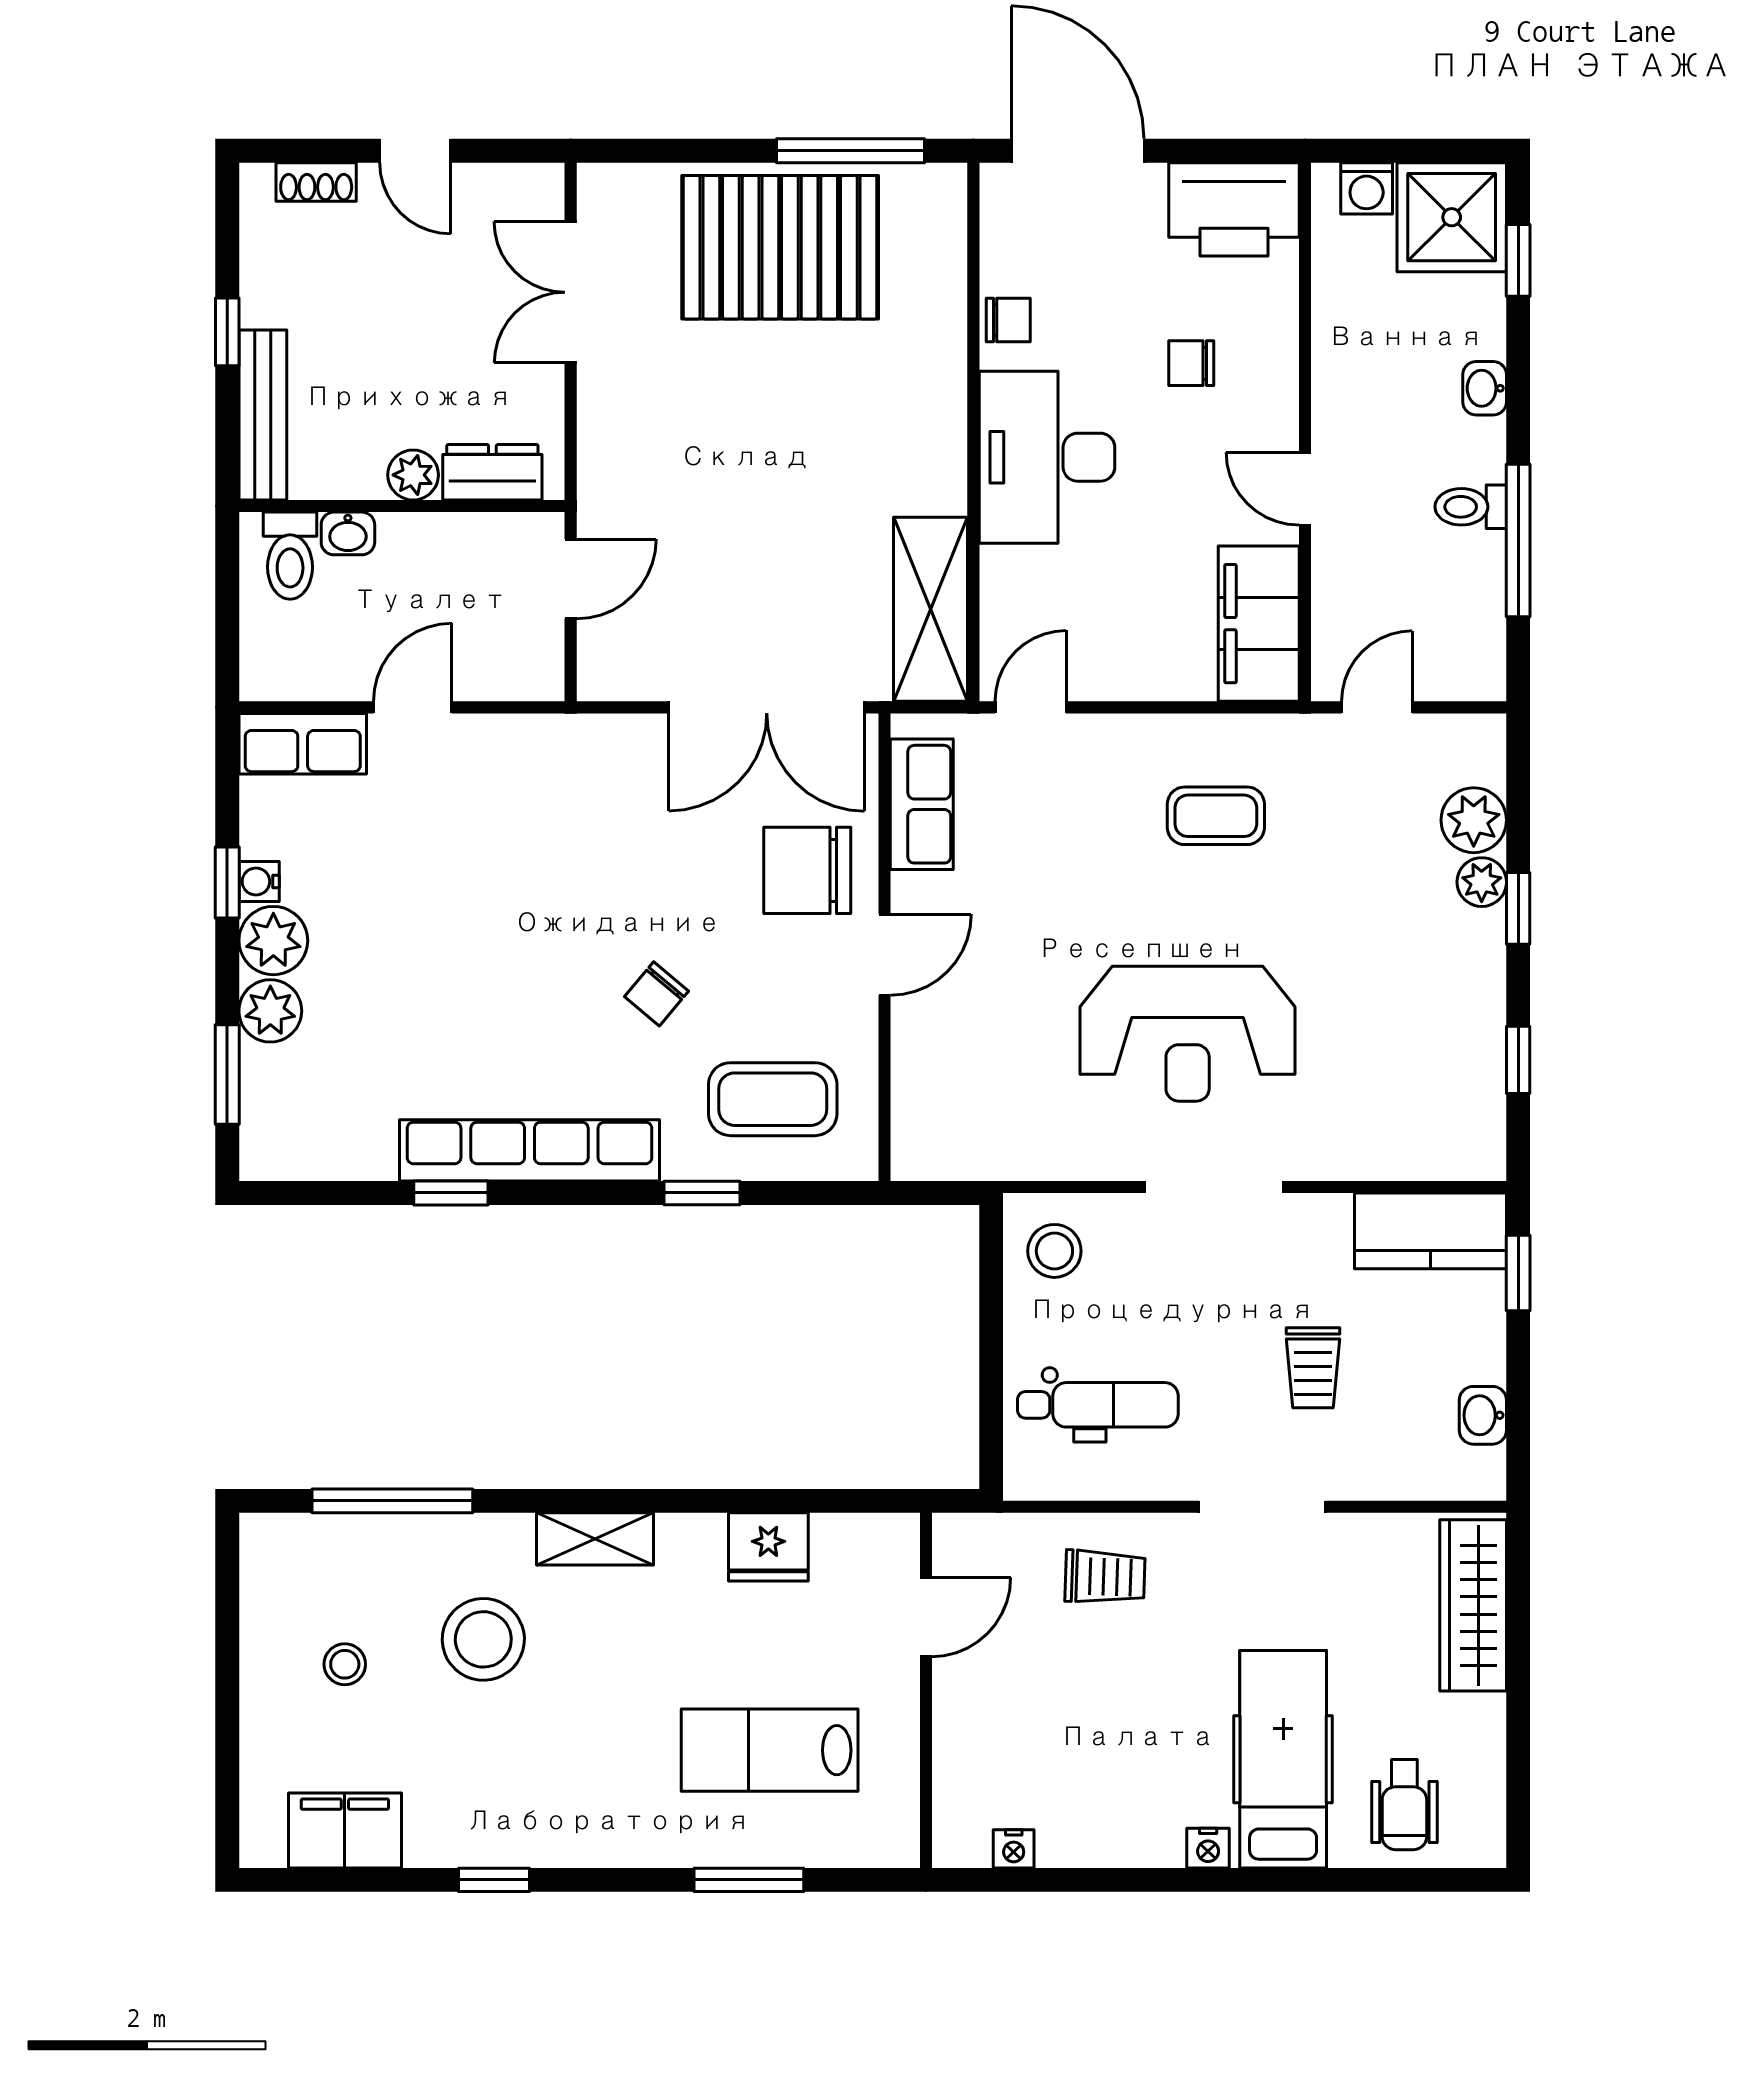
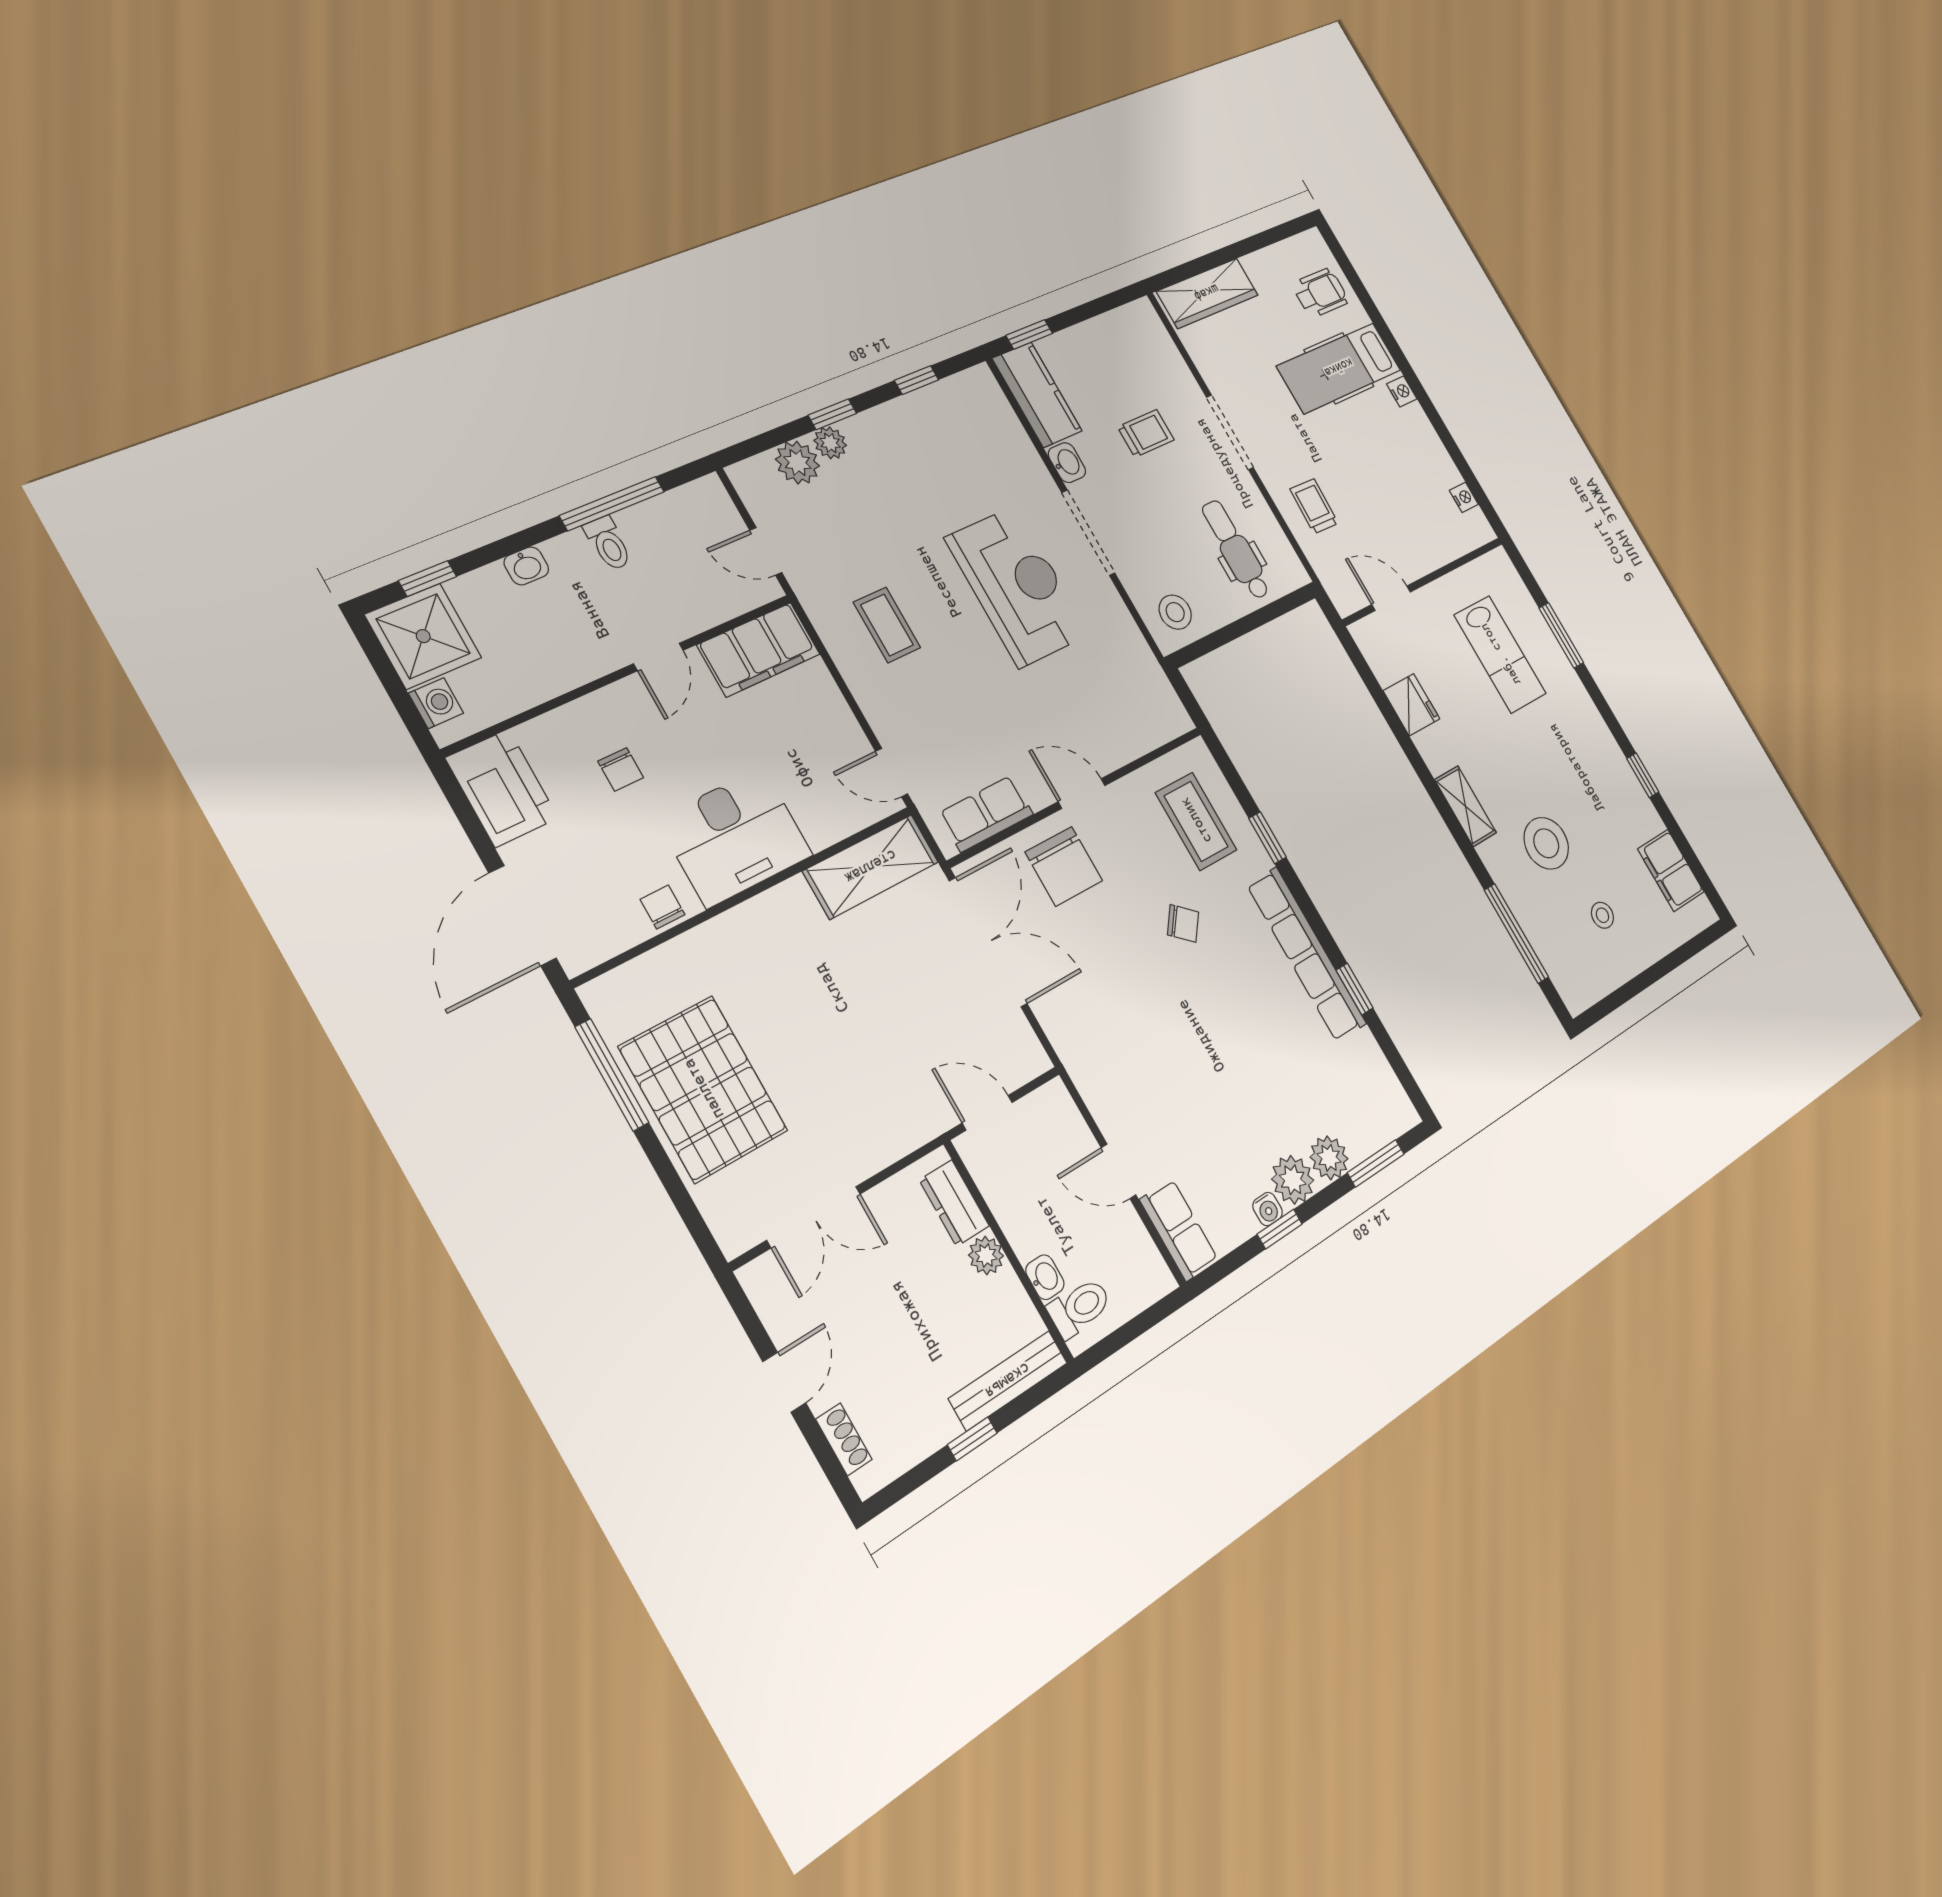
washbasin: (1483, 1415) -> (1067, 463), moved, turned -90

